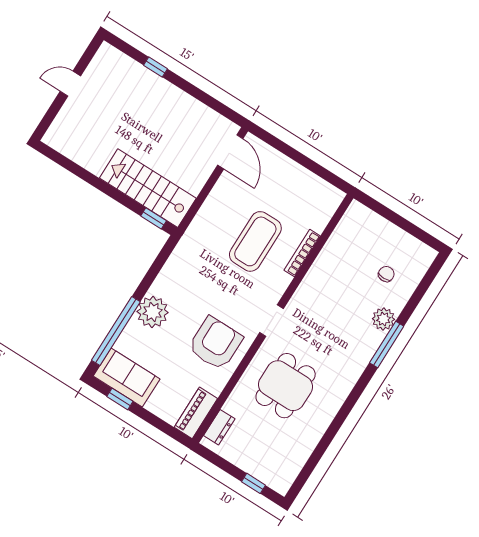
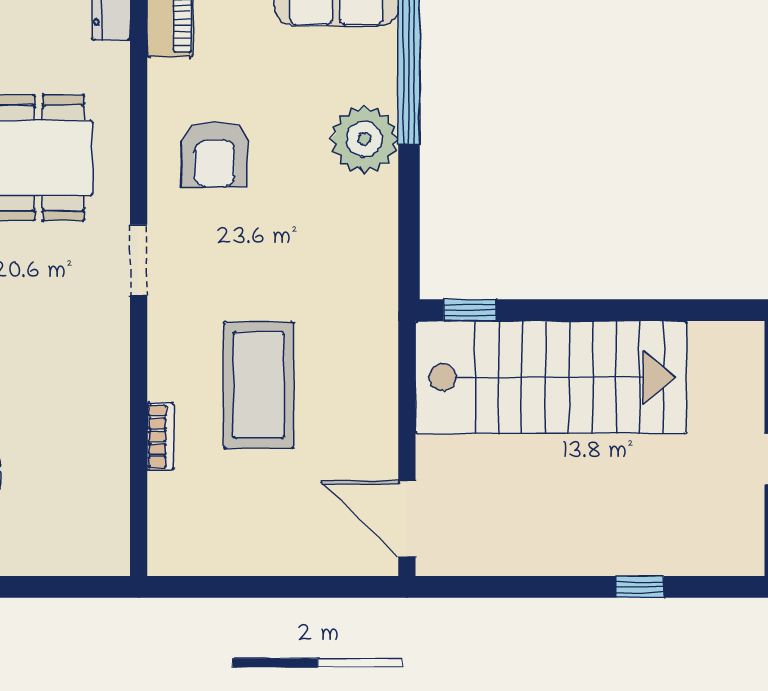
stairs: (148, 188) -> (551, 377), width x1.36, depth x1.51
bookcase: (302, 253) -> (160, 436), width x0.64
armchair: (215, 343) -> (214, 154), width x0.73, depth x0.73

